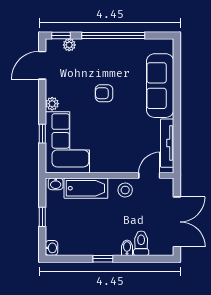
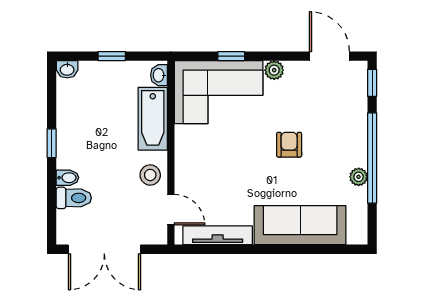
plant: (69, 45) -> (359, 177), moved

